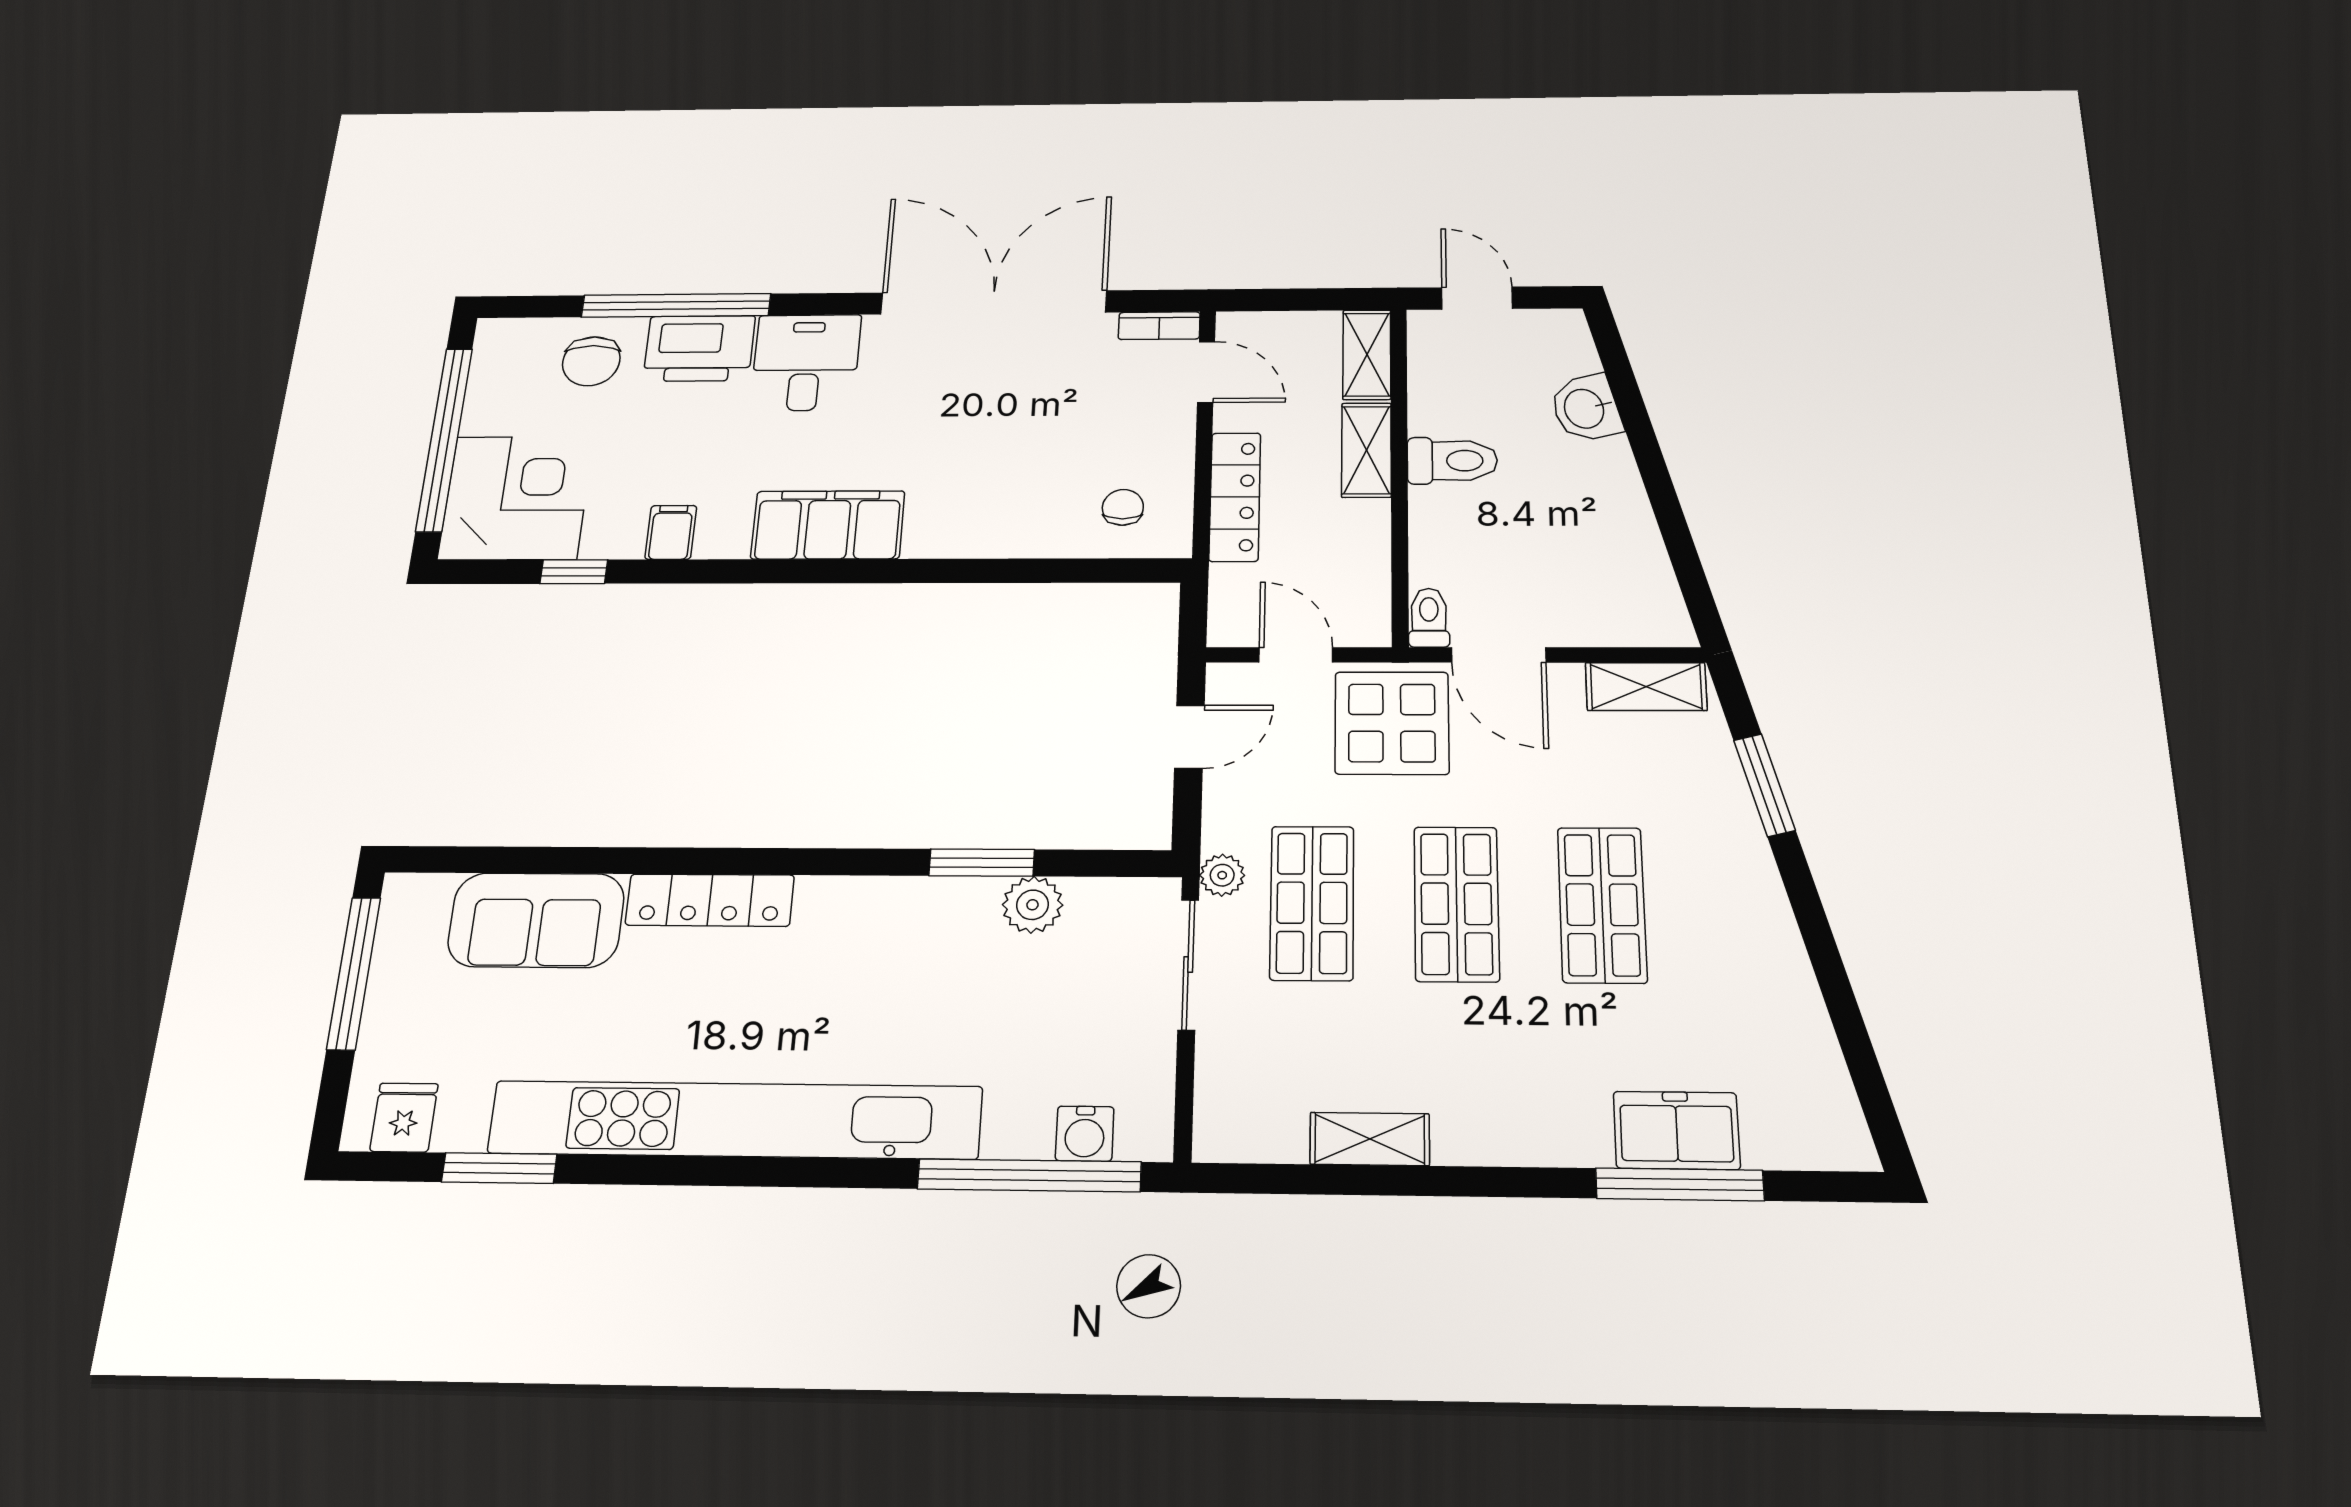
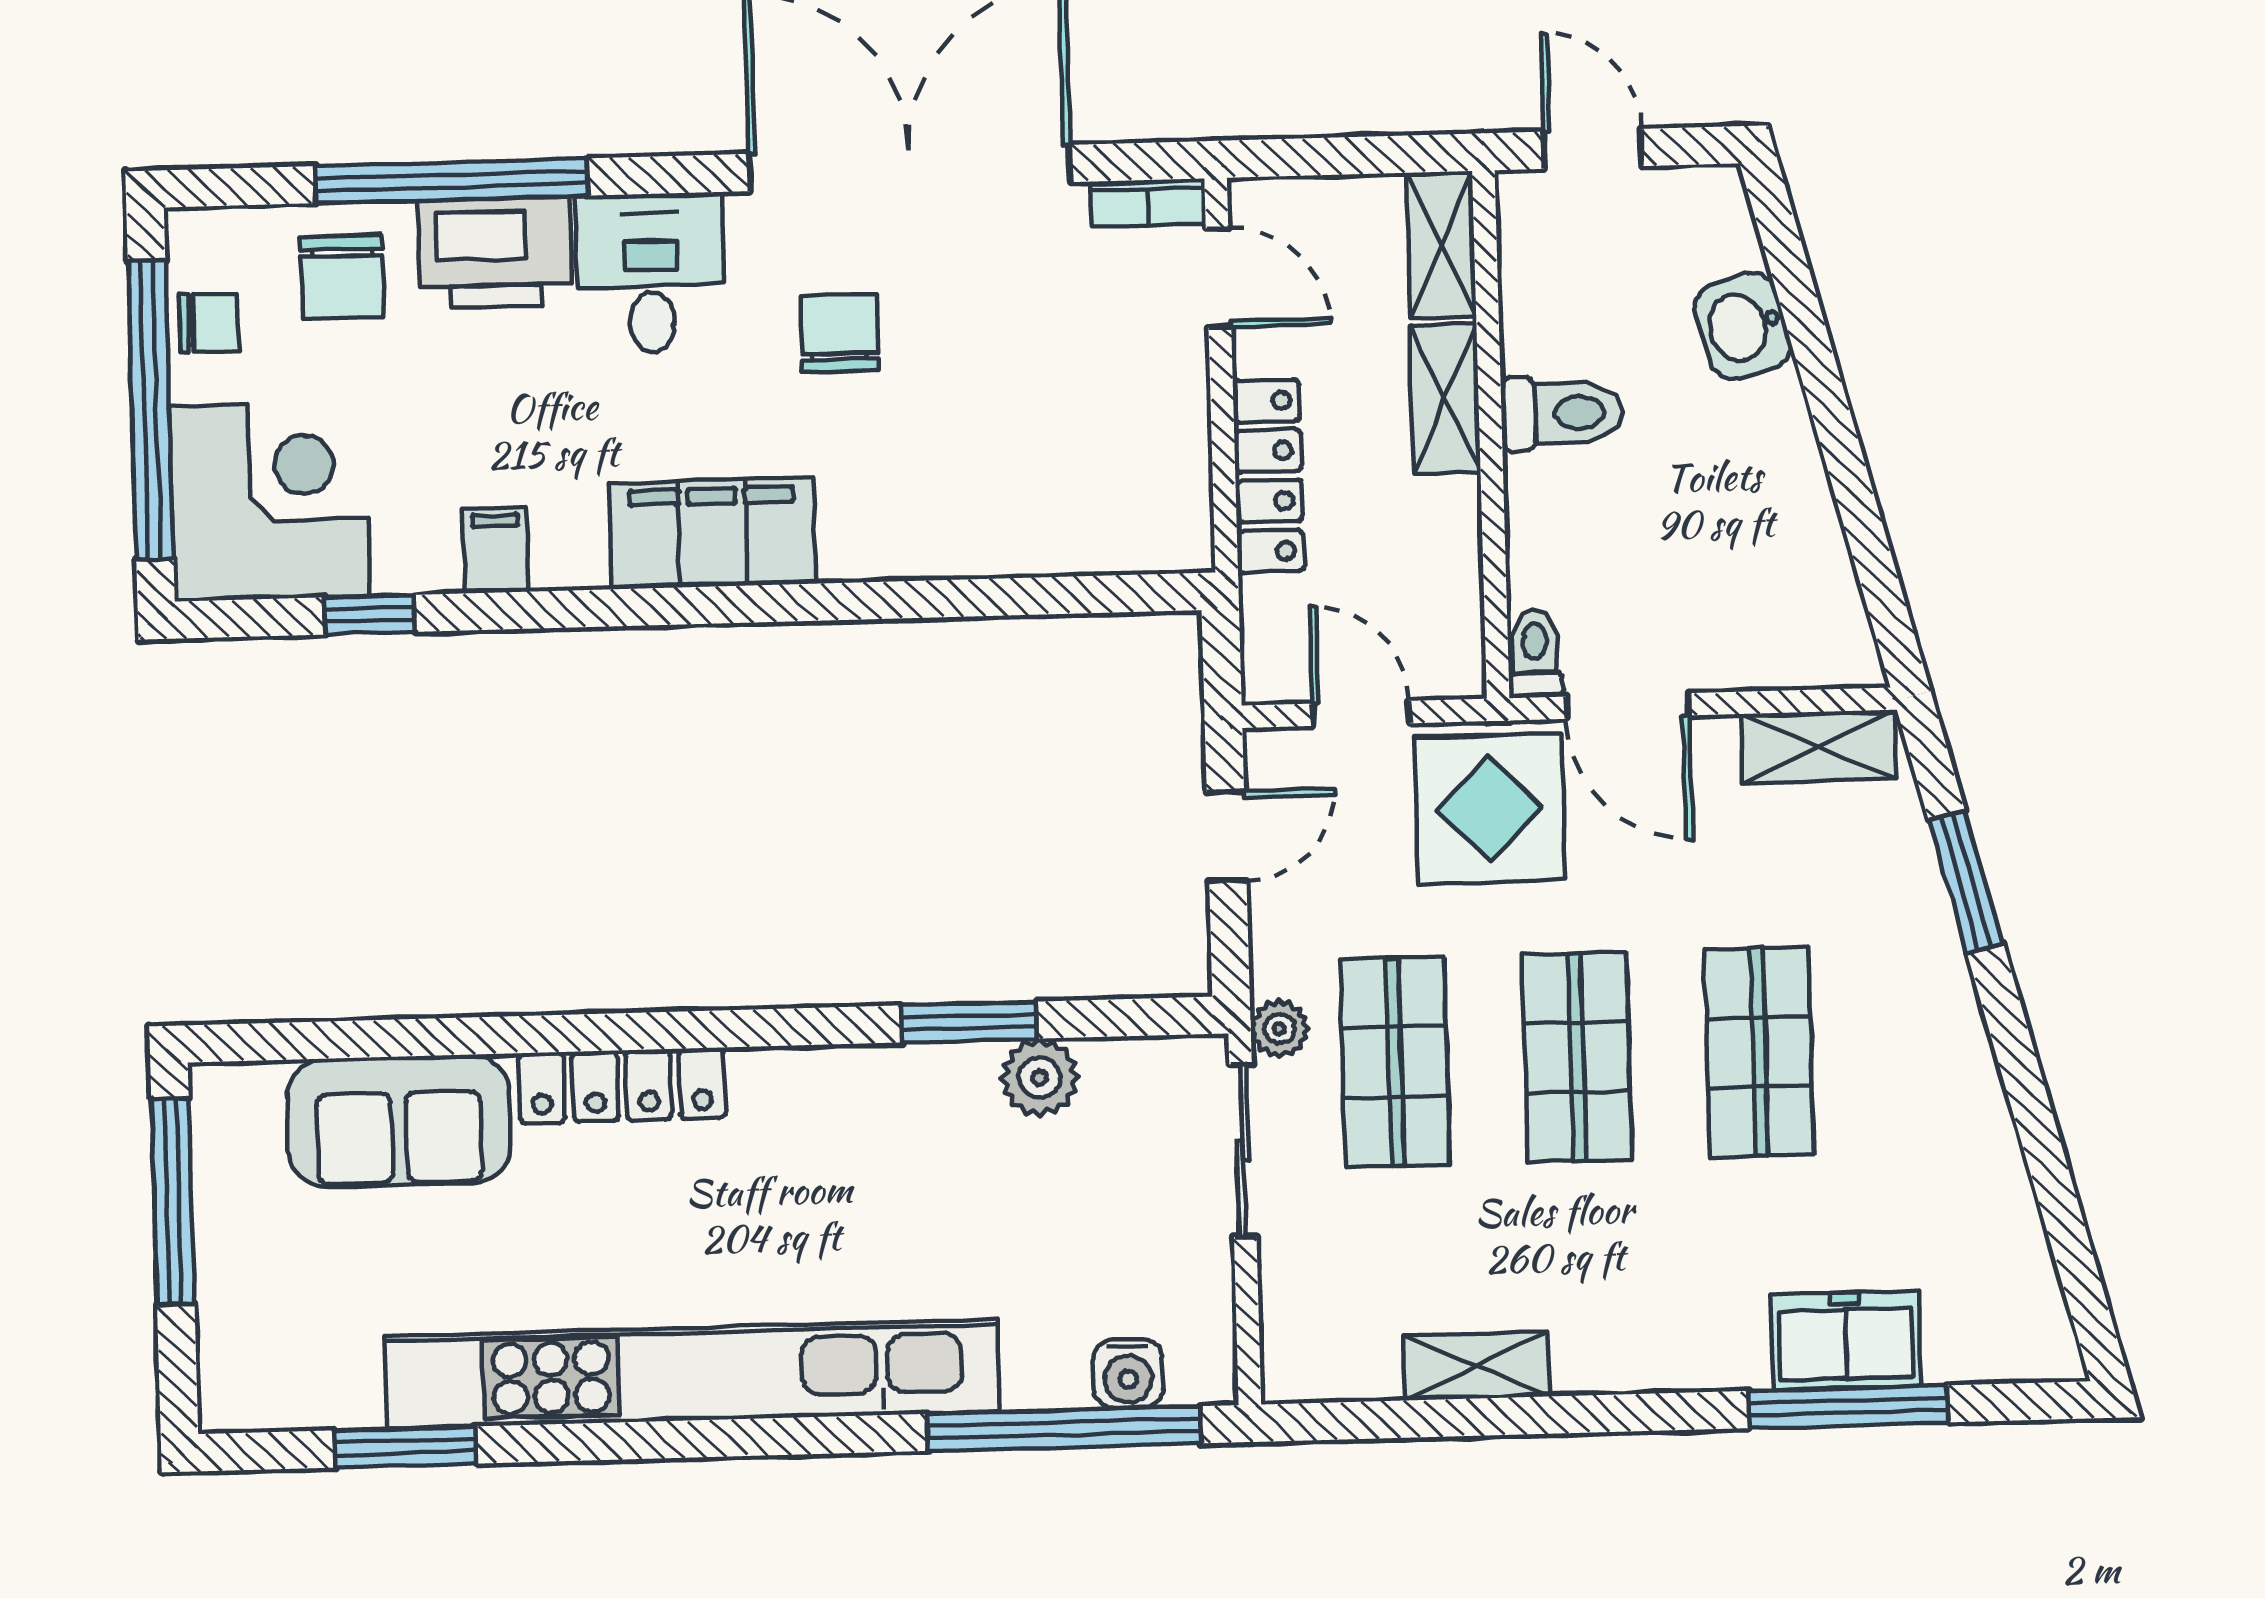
chair: (495, 387) -> (209, 323), added
chair: (1123, 507) -> (839, 334), moved, width x1.37, depth x1.37
fridge: (404, 1117) -> (274, 1388), removed

